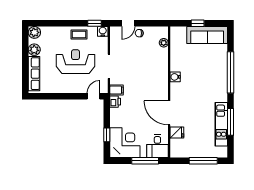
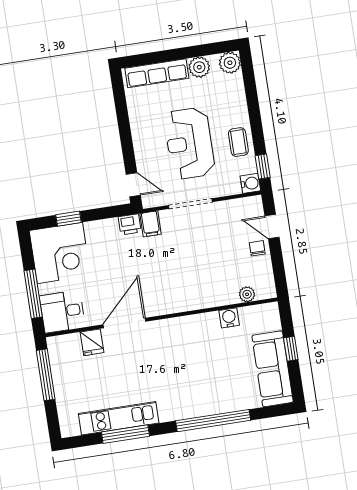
reception desk: (75, 62) -> (189, 143), turned 180
water cooler: (175, 77) -> (229, 318), moved
window: (203, 161) -> (46, 375), moved

